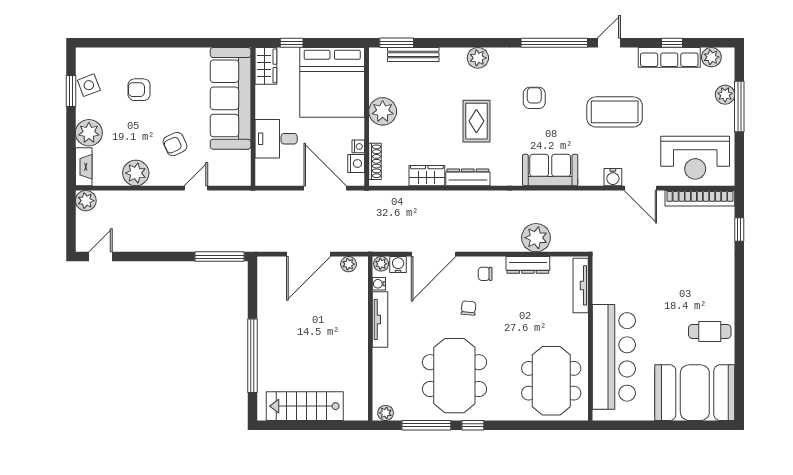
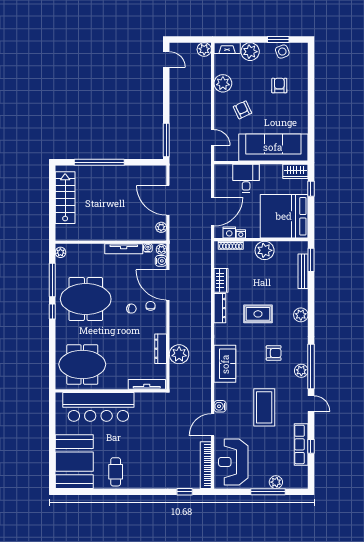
plant: (711, 57) -> (301, 371), moved
door: (196, 188) -> (213, 137), moved
chair: (485, 274) -> (150, 306), moved

